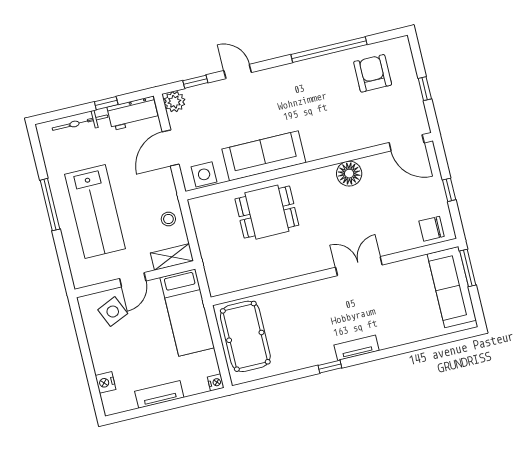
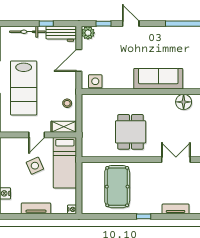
sofa: (264, 156) -> (158, 79), moved
dining table: (267, 212) -> (131, 132), moved, turned 90
side table: (113, 312) -> (35, 166), moved
pool table: (245, 336) -> (117, 187), moved
tv unit: (357, 348) -> (176, 209), moved

